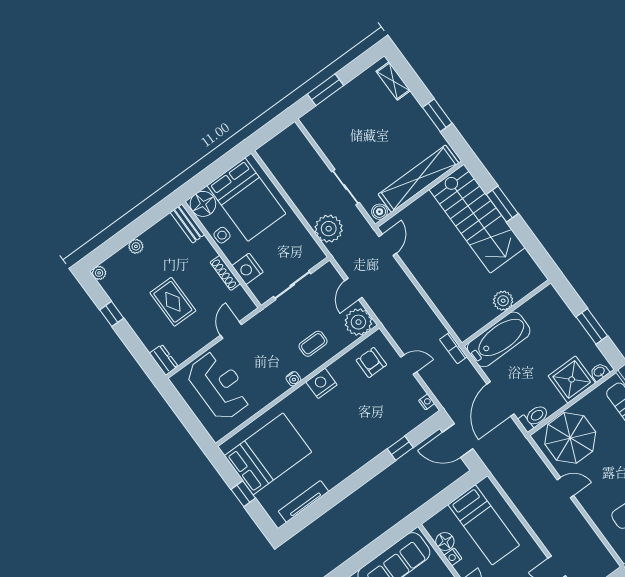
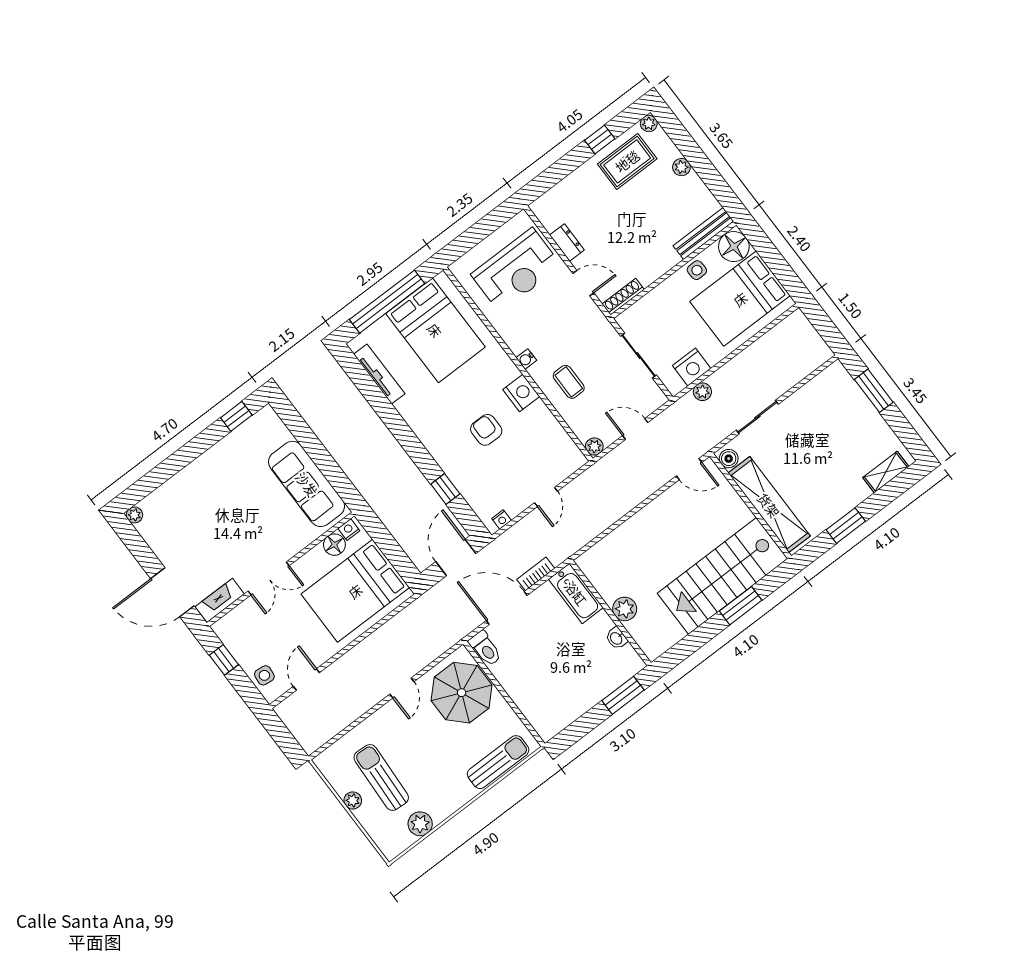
bench: (187, 224) -> (703, 233), width x1.36
plant: (329, 229) -> (702, 392), width x0.53, depth x0.53
nightstand: (248, 269) -> (692, 367), moved, turned 180
shoe rack: (225, 273) -> (623, 297), moved
rug: (173, 302) -> (627, 161), moved
plant: (358, 322) -> (594, 447), width x0.53, depth x0.53
window: (592, 326) -> (623, 695), moved
bathtub: (499, 339) -> (576, 593), width x0.73, depth x0.73
bookcase: (453, 348) -> (536, 574), moved
dresser: (164, 360) -> (567, 243), moved, turned -90
armchair: (371, 362) -> (486, 430), moved, turned -90
washbasin: (599, 372) -> (617, 638), moved, turned 180
shower: (572, 379) -> (532, 693), removed
window: (243, 494) -> (387, 302), width x3.17
bed: (484, 525) -> (355, 591), width x1.50
nightstand: (453, 557) -> (349, 530), moved

